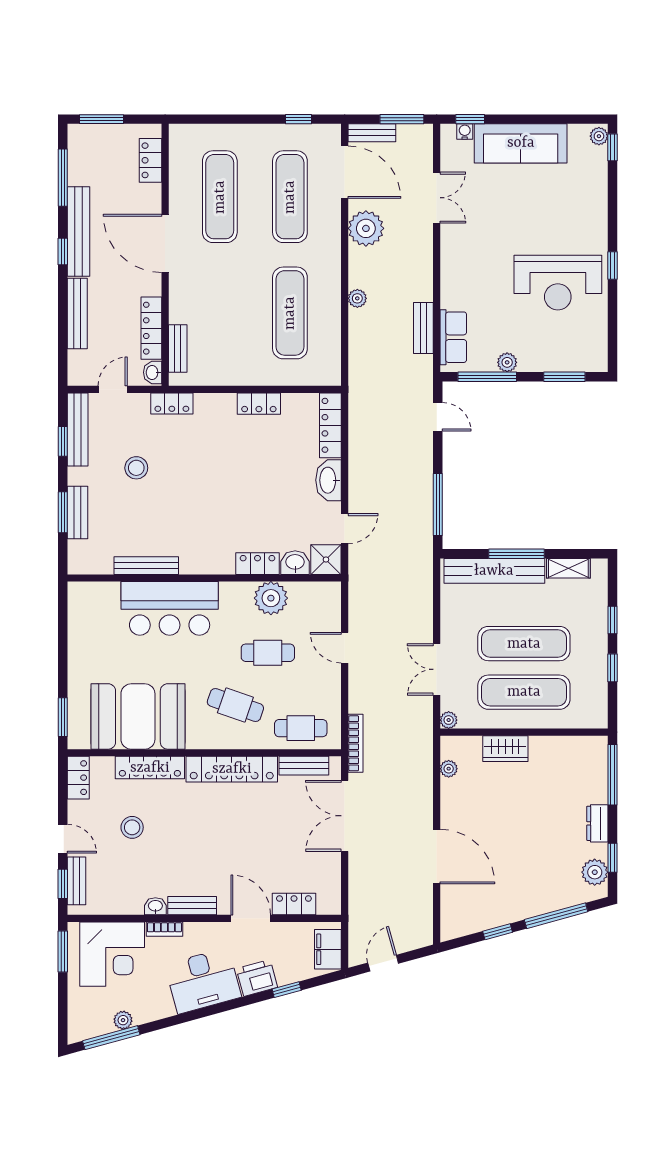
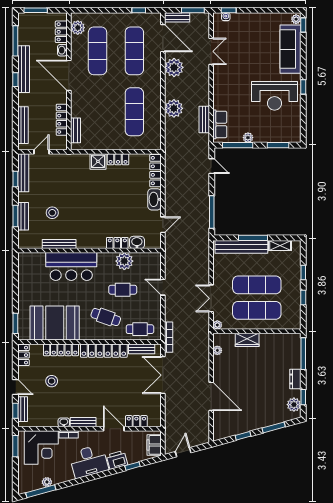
sofa: (521, 143) -> (290, 49), moved, turned 90
plant: (182, 152) -> (78, 28), added
plant: (357, 298) -> (174, 108), width x1.87, depth x1.87
bench: (77, 313) -> (23, 125), moved
washbasin: (153, 372) -> (62, 50), moved
locker: (172, 403) -> (72, 159), removed
stool: (136, 468) -> (52, 213), moved
shower: (326, 560) -> (98, 161), moved
window: (556, 916) -> (274, 427), width x0.69

